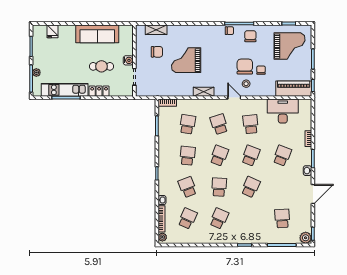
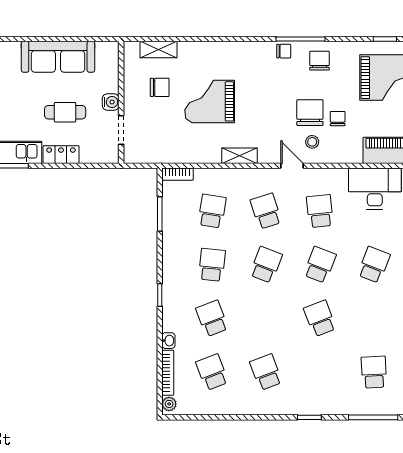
school desk: (219, 187) -> (266, 318), removed
school desk: (251, 187) -> (320, 318), turned -45
school desk: (187, 218) -> (212, 372), turned -45
school desk: (219, 218) -> (266, 372), turned -45

